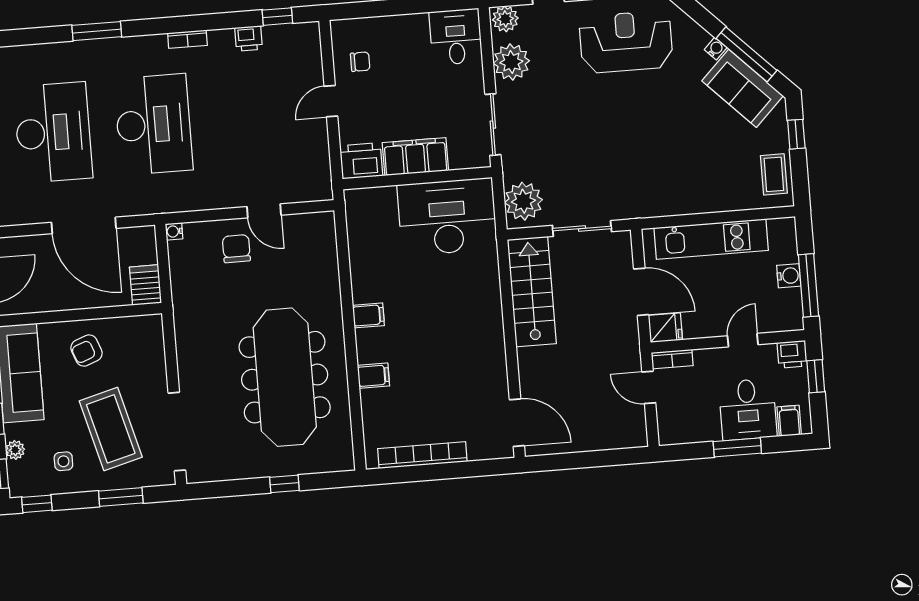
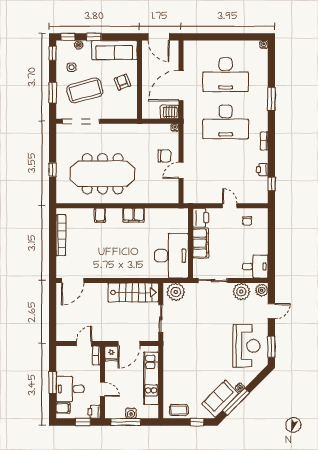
server rack: (145, 285) -> (170, 112), moved, turned 180
filing cabinet: (368, 315) -> (134, 215), width x2.00

